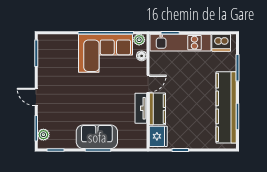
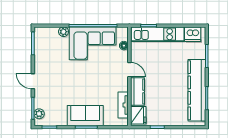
plant: (139, 40) -> (64, 32), moved
door: (148, 84) -> (129, 70), hinge flipped
tv unit: (141, 108) -> (123, 105), moved

